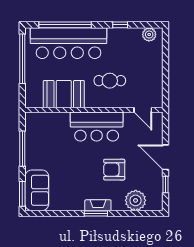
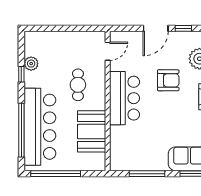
plant: (149, 34) -> (31, 64), moved
armchair: (114, 170) -> (168, 80), turned -90

